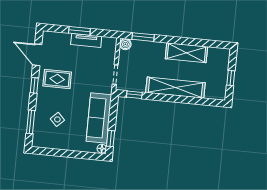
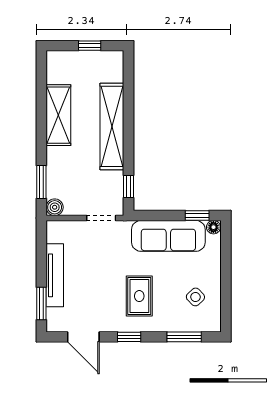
window: (79, 31) -> (41, 303), moved
tv unit: (86, 40) -> (55, 275), width x1.41
door: (37, 55) -> (83, 337), hinge flipped
rug: (57, 79) -> (139, 296), moved
side table: (57, 119) -> (195, 297), moved

